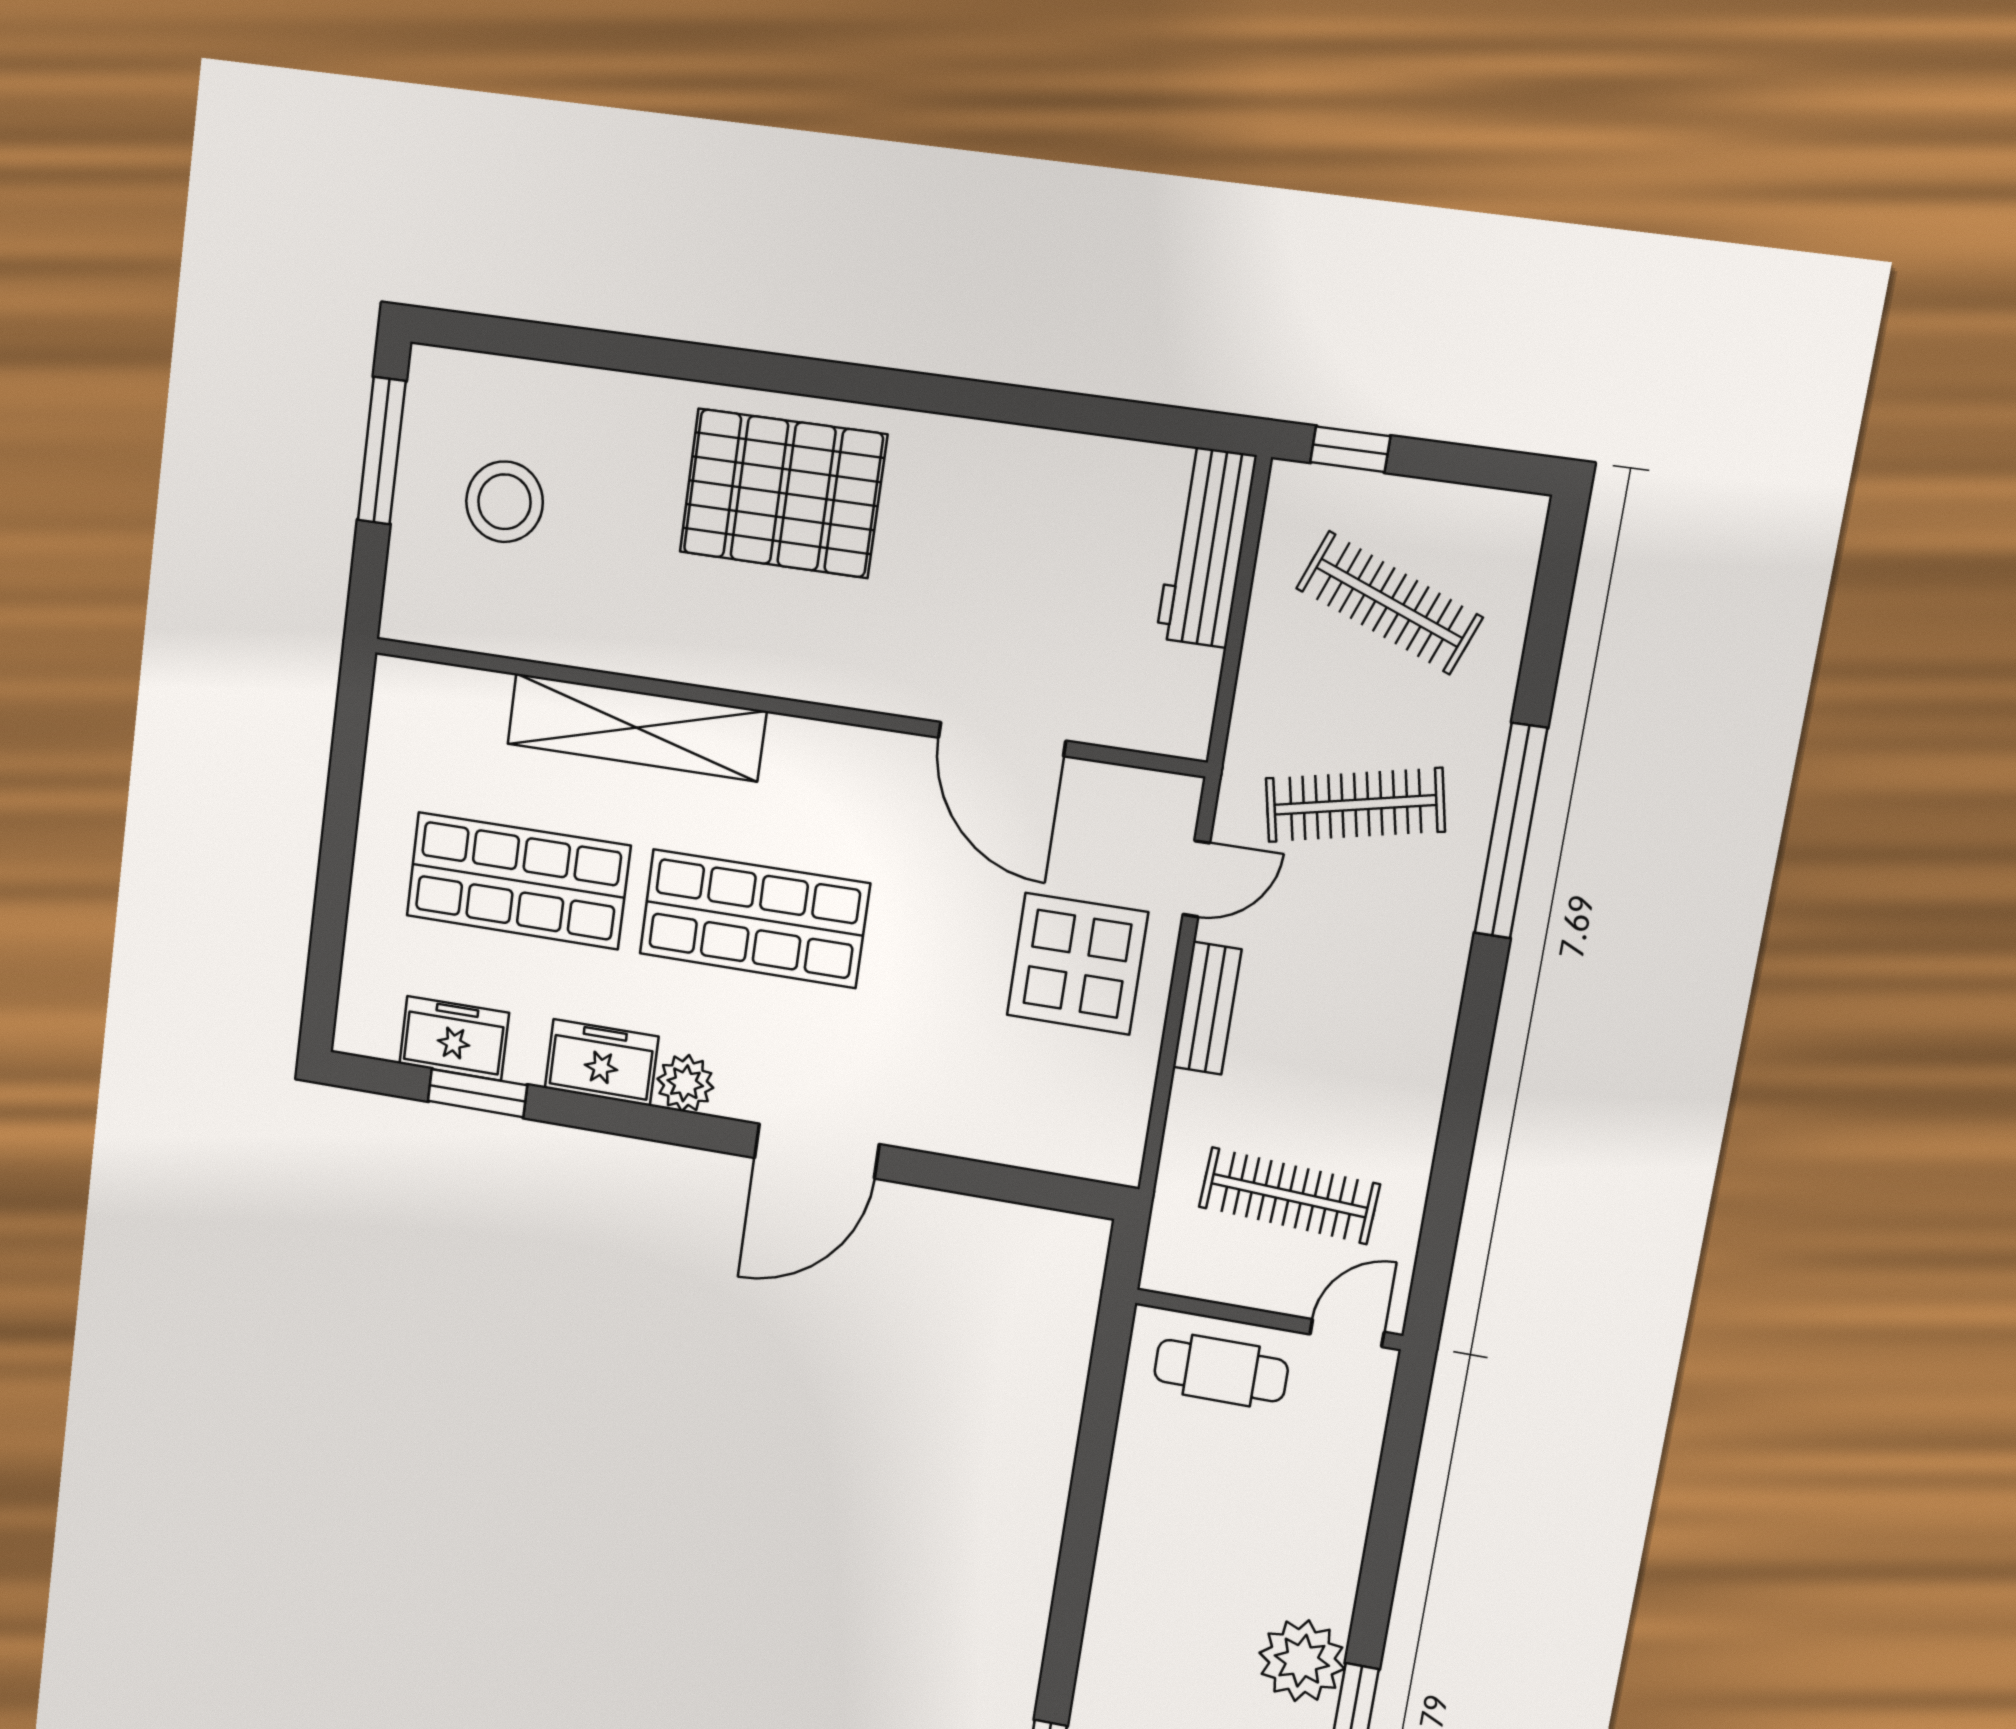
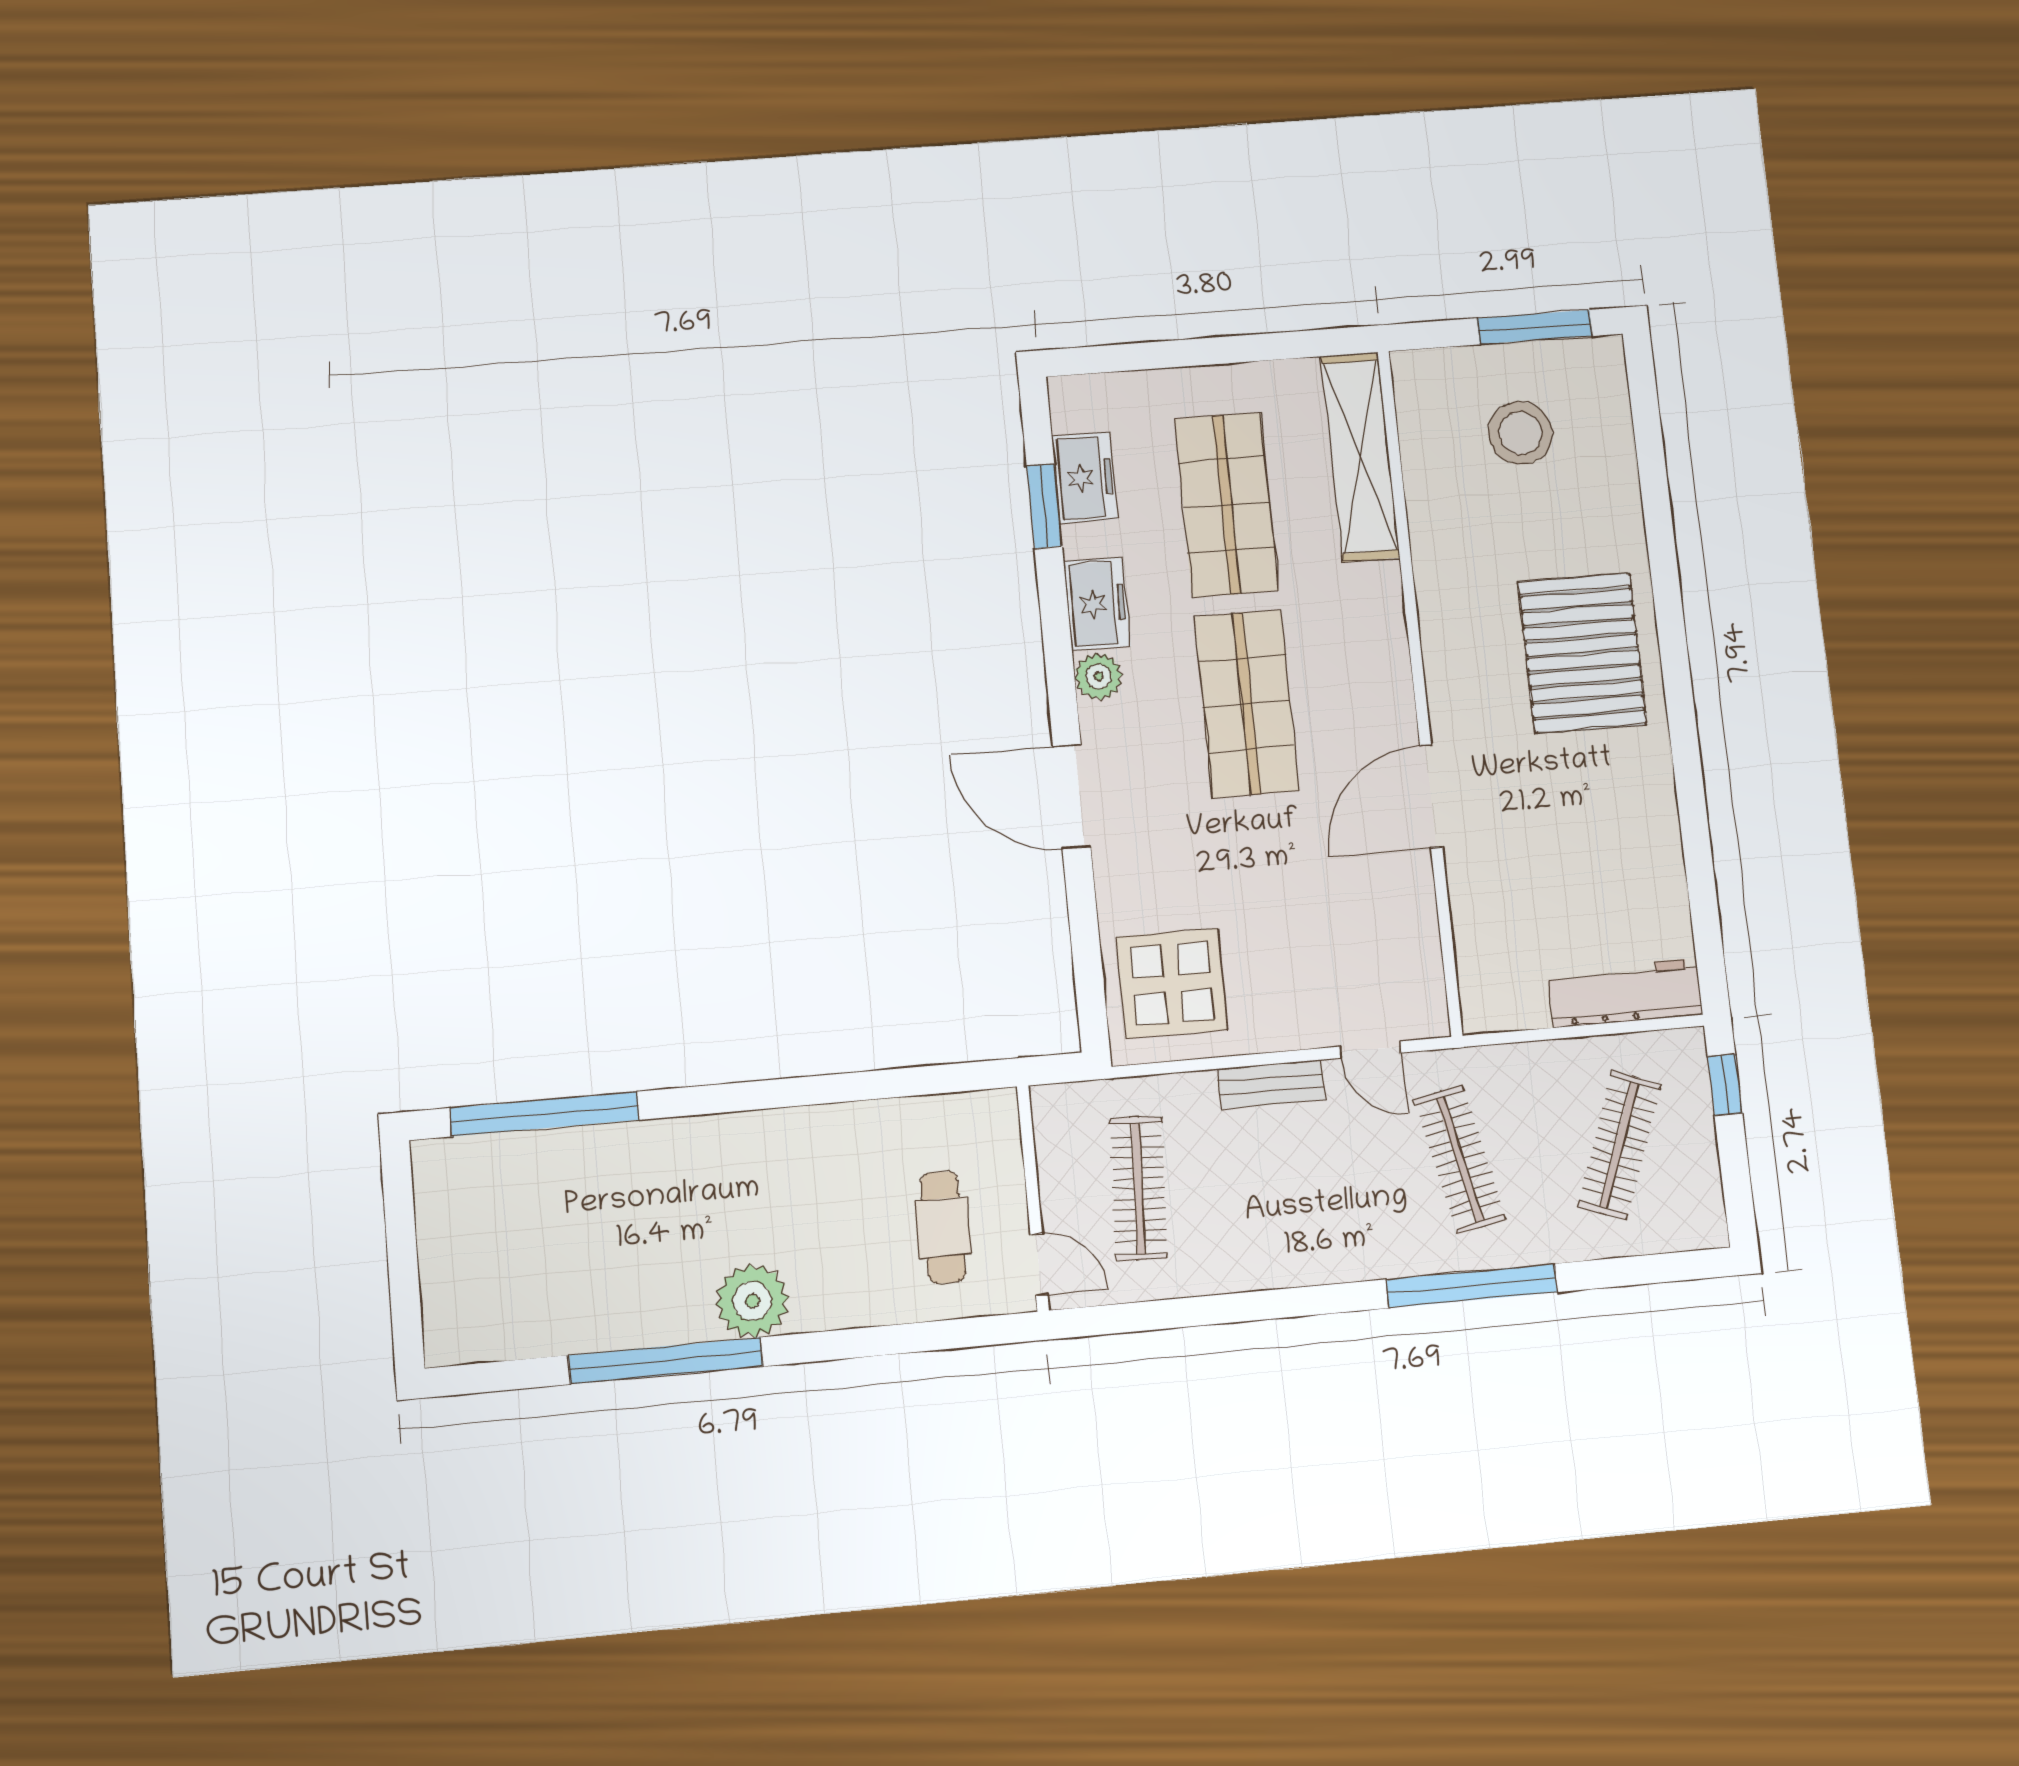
shelving: (636, 727) -> (1360, 457), moved
door: (1002, 739) -> (1431, 796), moved
display table: (1077, 964) -> (1172, 983), moved
cafe table: (1221, 1371) -> (943, 1227), moved

